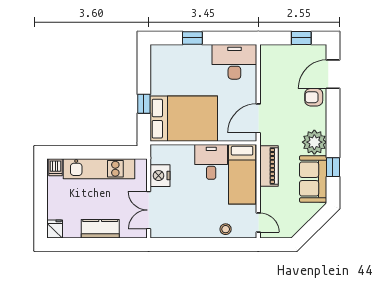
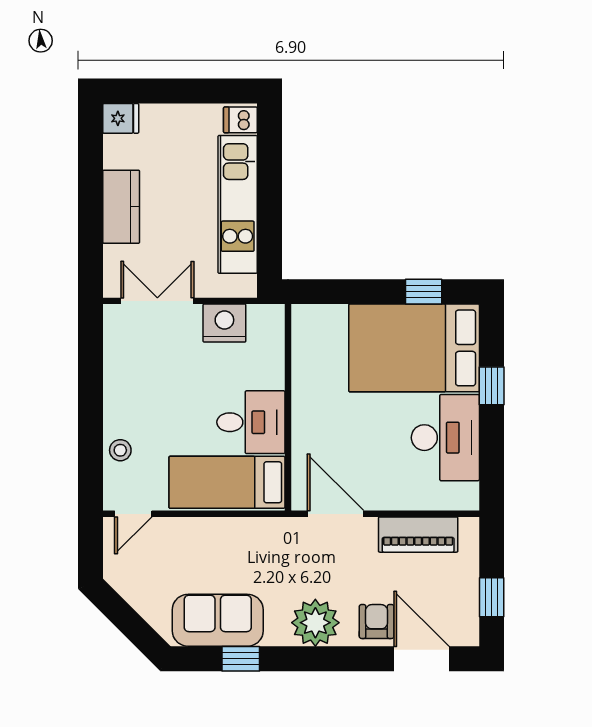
desk: (234, 62) -> (445, 438), moved
window: (144, 104) -> (424, 292), moved
bed: (184, 119) -> (414, 348), moved, turned 90
plant: (314, 142) -> (315, 623), moved
piano: (269, 166) -> (418, 535), moved

